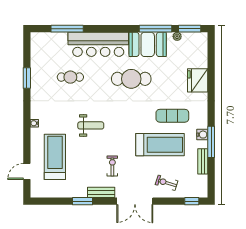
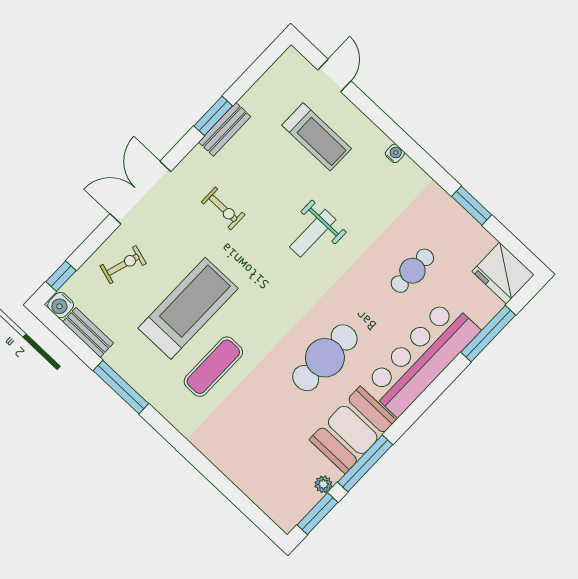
fridge: (198, 80) -> (503, 273), moved, turned 180
water cooler: (202, 135) -> (61, 305), moved
treadmill: (160, 145) -> (188, 308), turned 180
treadmill: (55, 157) -> (317, 137), width x0.73, depth x0.73
bench: (203, 161) -> (88, 332), moved
bench: (101, 192) -> (225, 129), moved

